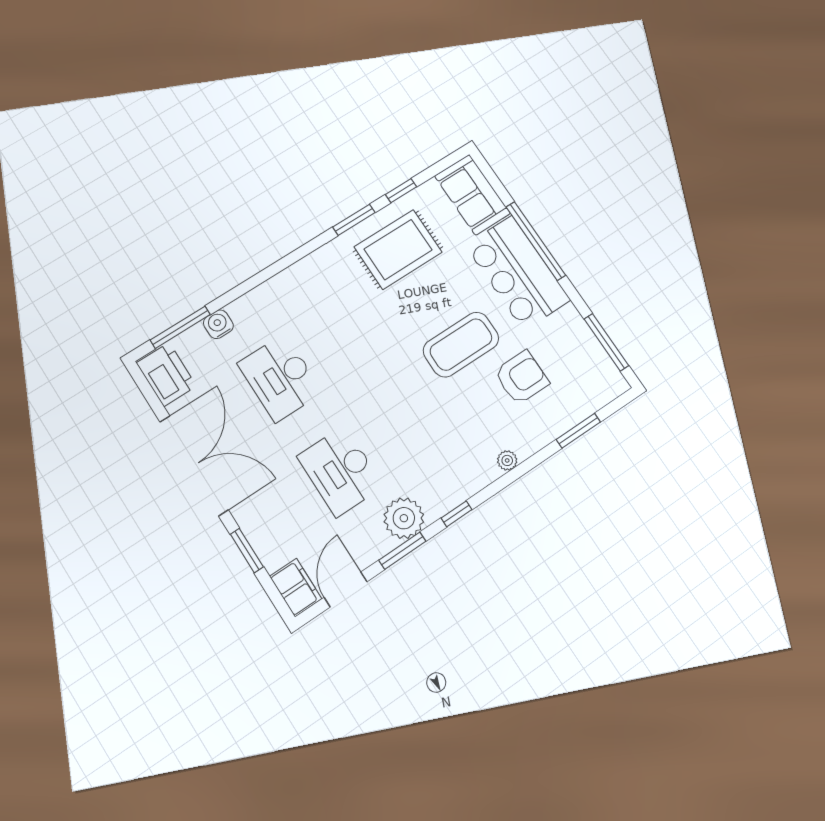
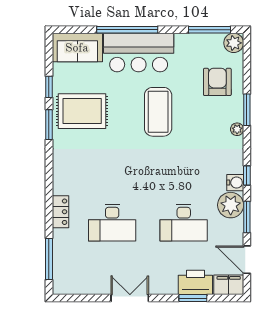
rug: (398, 249) -> (82, 111), turned 90
locker: (252, 303) -> (60, 212), added
water cooler: (218, 324) -> (235, 183), moved, turned 180
printer: (166, 374) -> (195, 282), moved
armchair: (521, 377) -> (217, 82), moved
plant: (612, 383) -> (234, 43), added
window: (578, 431) -> (247, 110), moved
double door: (194, 466) -> (130, 298), width x0.54

